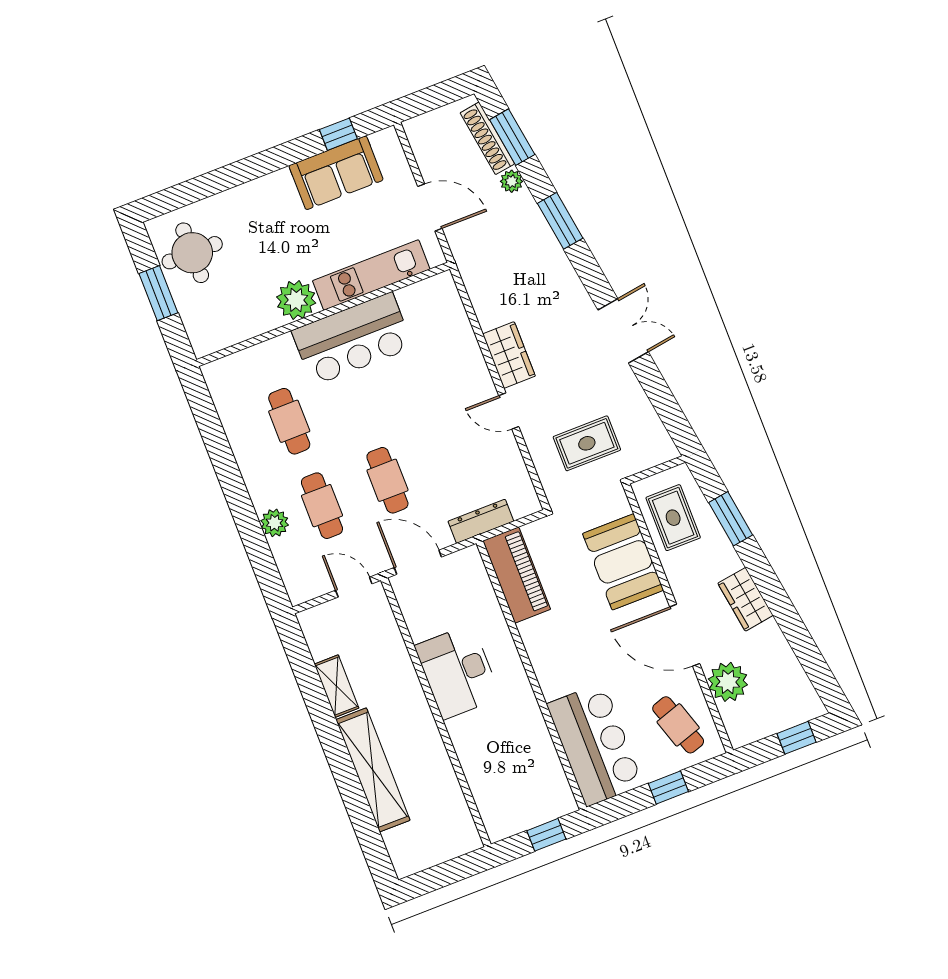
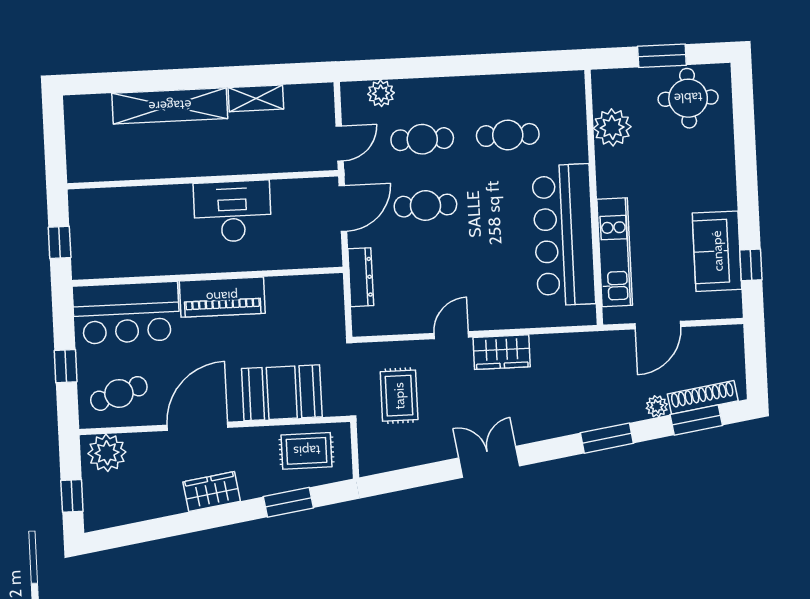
plant: (296, 300) -> (612, 127), moved
double door: (623, 331) -> (489, 462), swing flipped
bar counter: (352, 339) -> (564, 235), width x1.36
plant: (275, 523) -> (381, 93), moved
piano: (517, 575) -> (222, 297), moved
plant: (728, 682) -> (107, 453), moved

